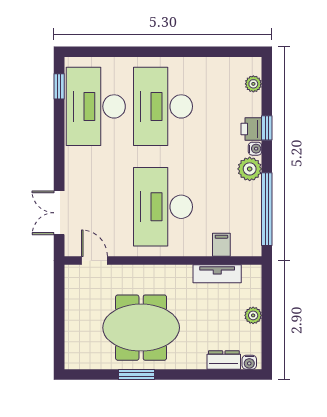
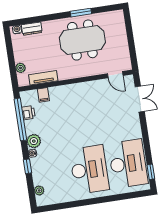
printer: (251, 129) -> (28, 113), moved
desk: (163, 207) -> (80, 112), removed
plant: (253, 315) -> (21, 68), moved

